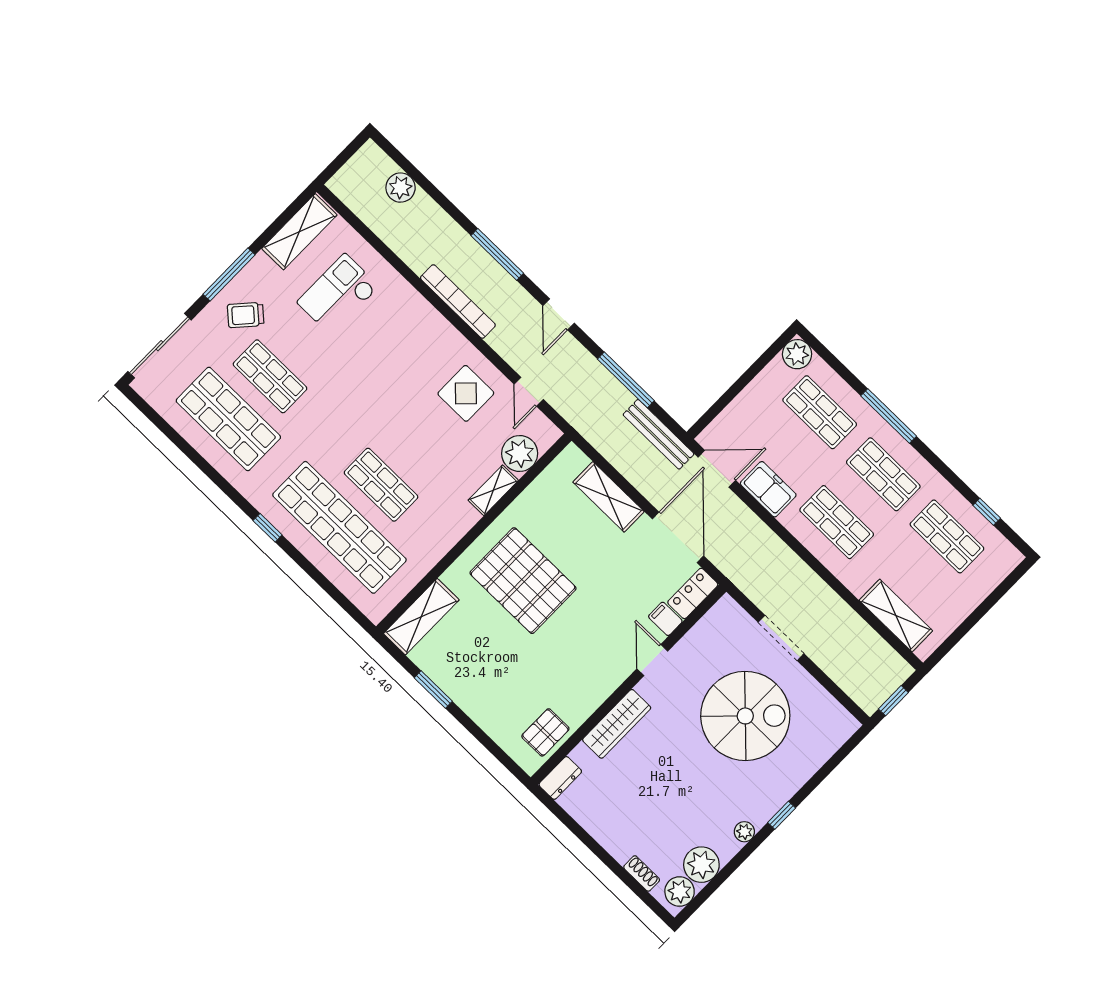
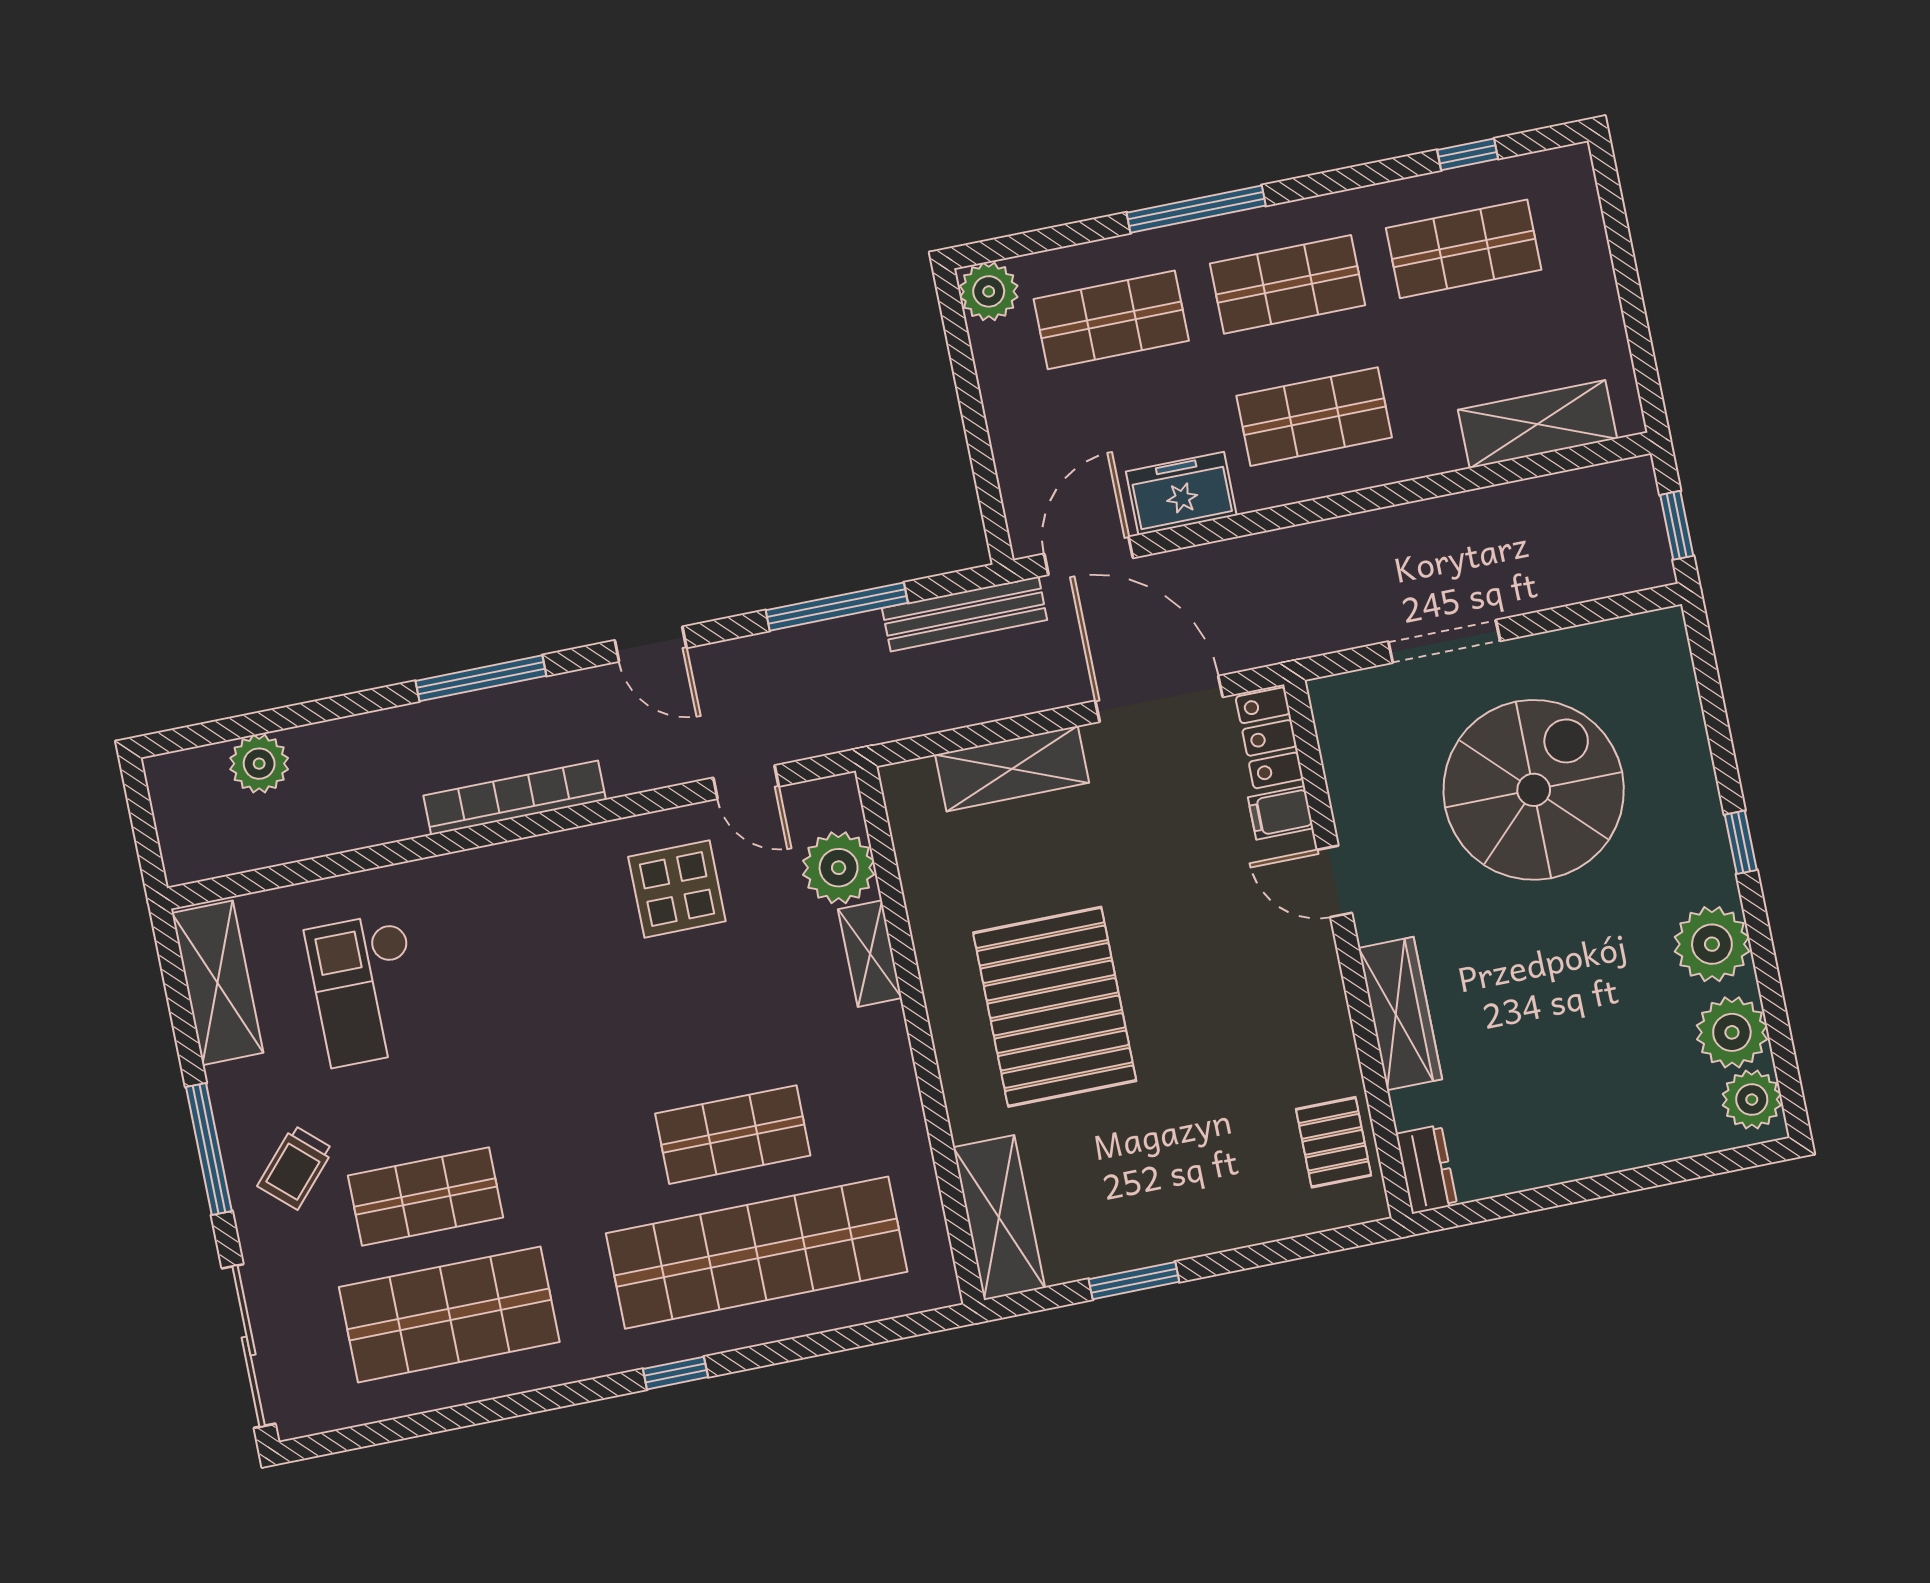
pallet: (523, 581) -> (1055, 1007), turned 90
plant: (744, 832) -> (1712, 944), width x1.88, depth x1.88
shoe rack: (642, 873) -> (1679, 1142), removed

